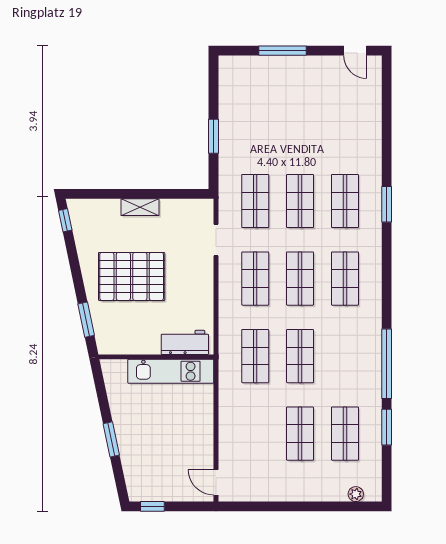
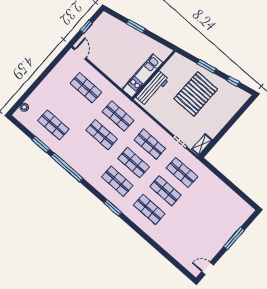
window: (214, 136) -> (224, 179), removed
window: (387, 204) -> (113, 208), moved
shelving: (140, 207) -> (202, 144), moved
window: (65, 220) -> (233, 81), moved
window: (86, 320) -> (207, 66), moved
workbench: (185, 342) -> (152, 88), width x1.38
shop shelf: (300, 434) -> (86, 88), moved
door: (216, 482) -> (80, 54), hinge flipped
window: (152, 506) -> (86, 27), moved

